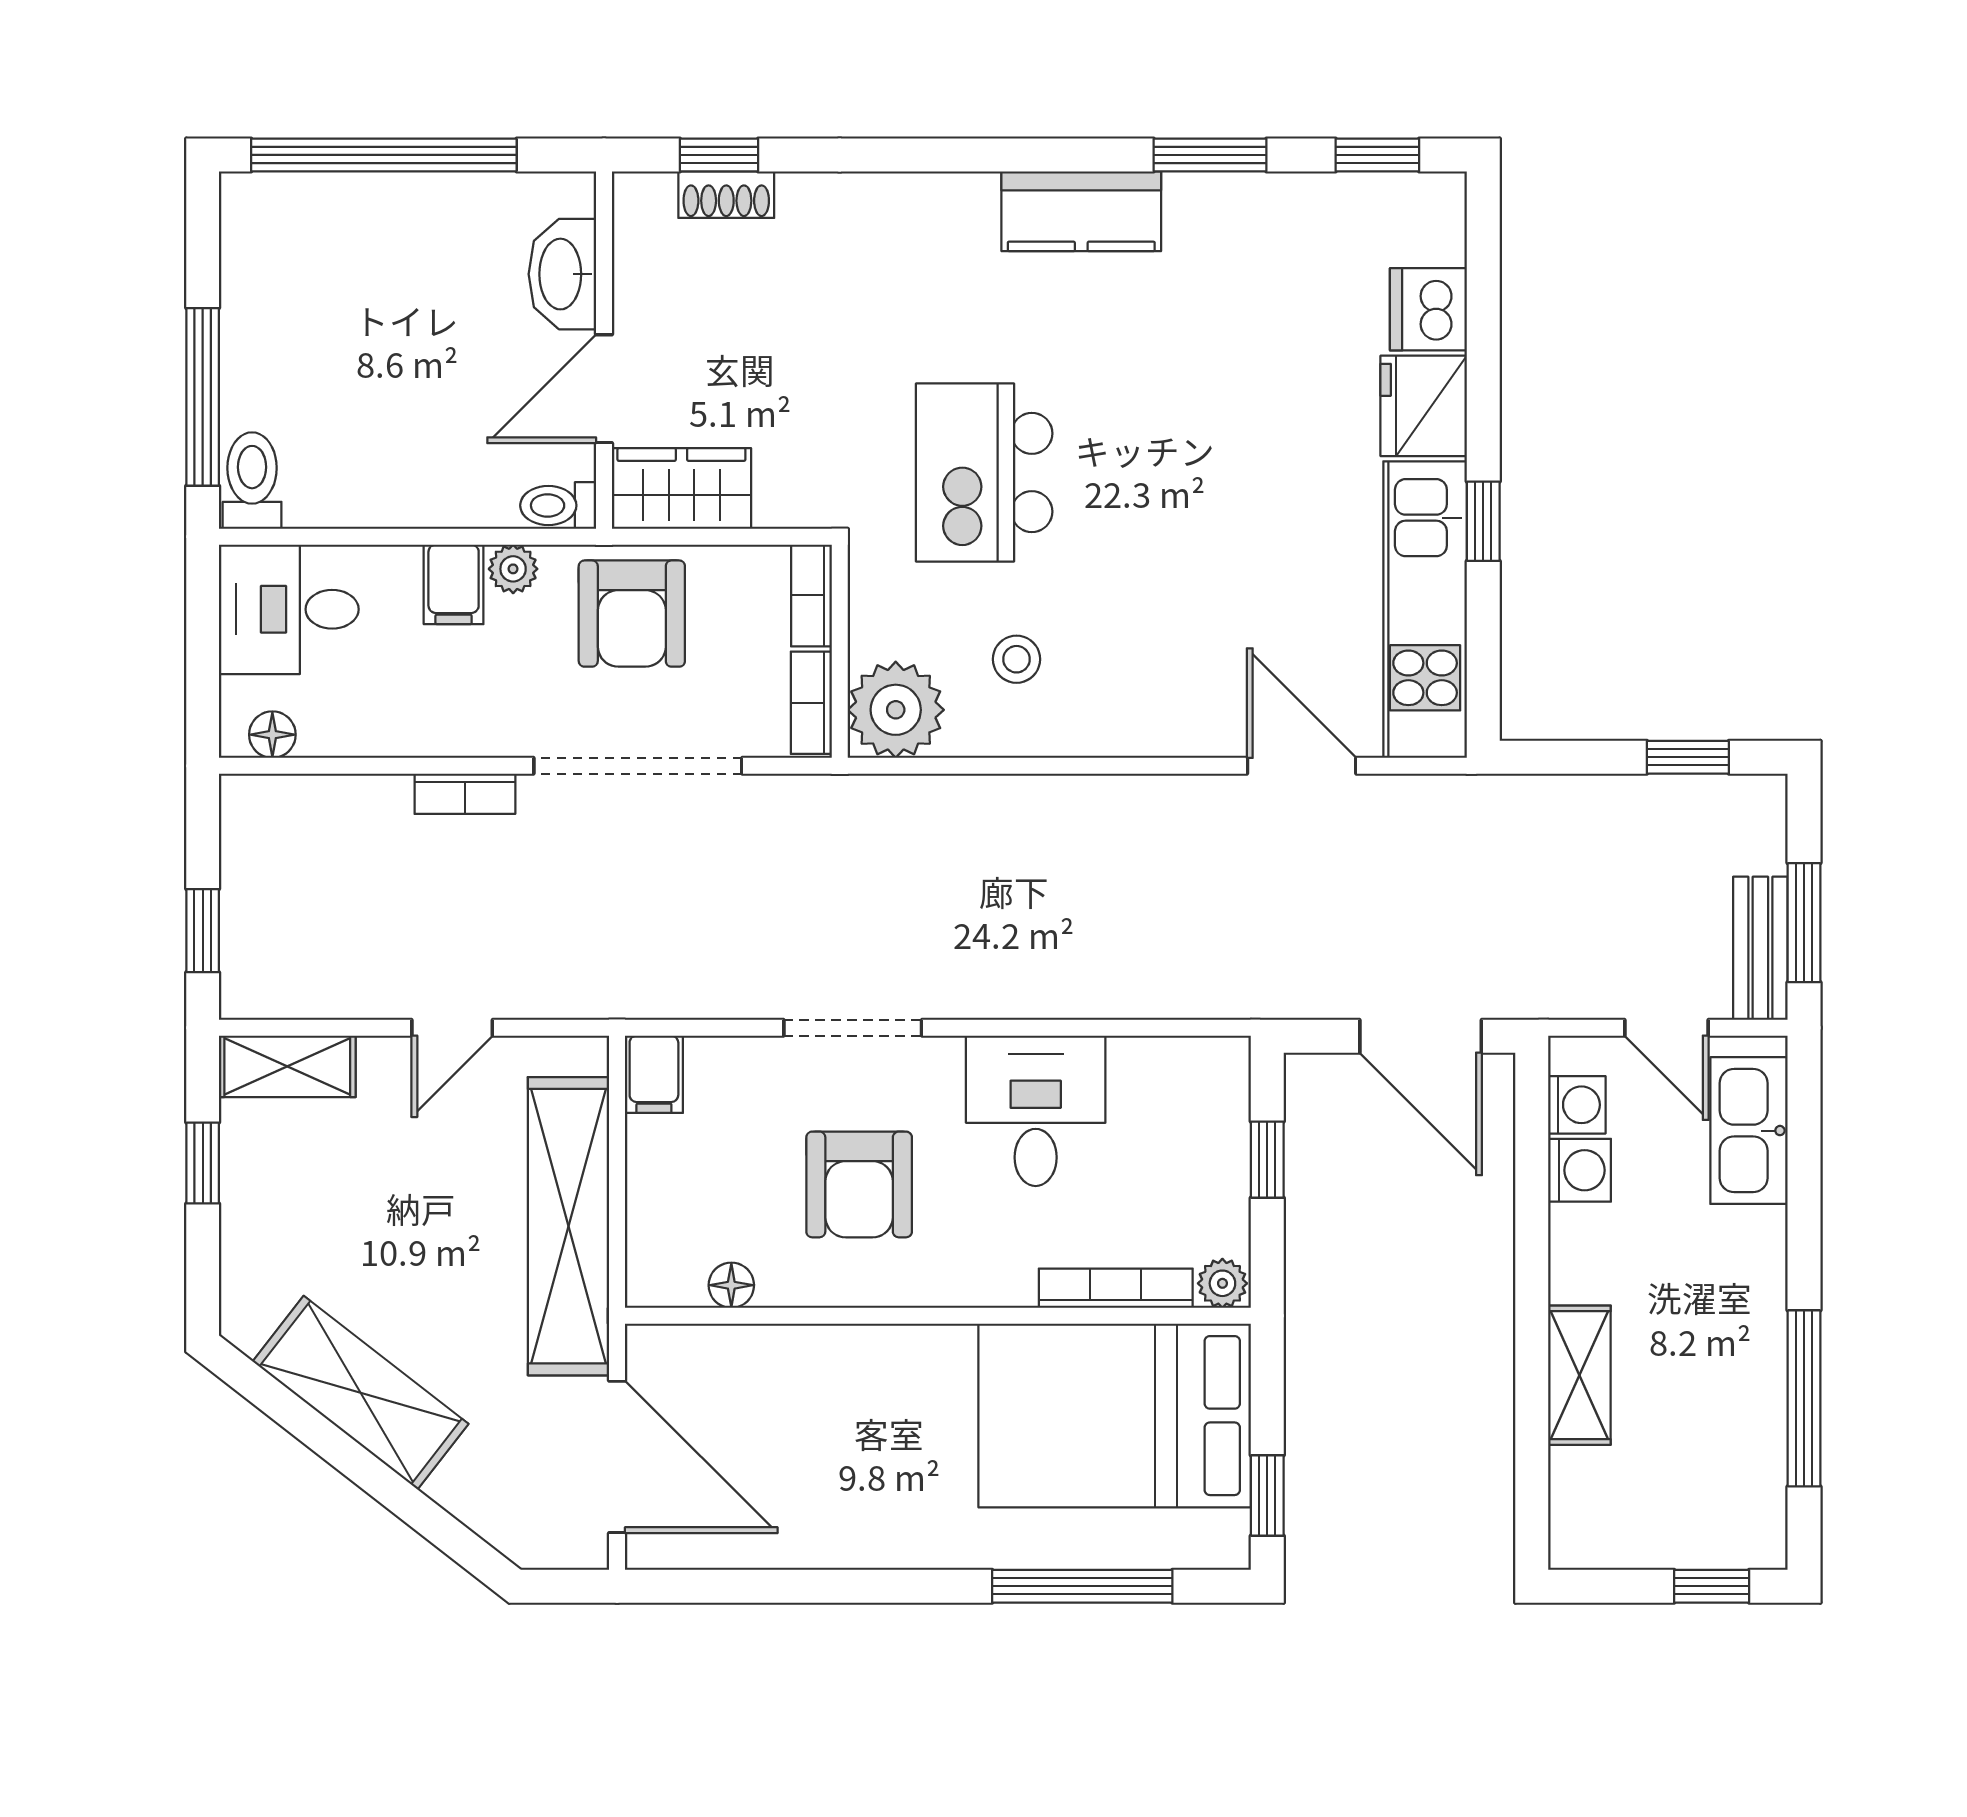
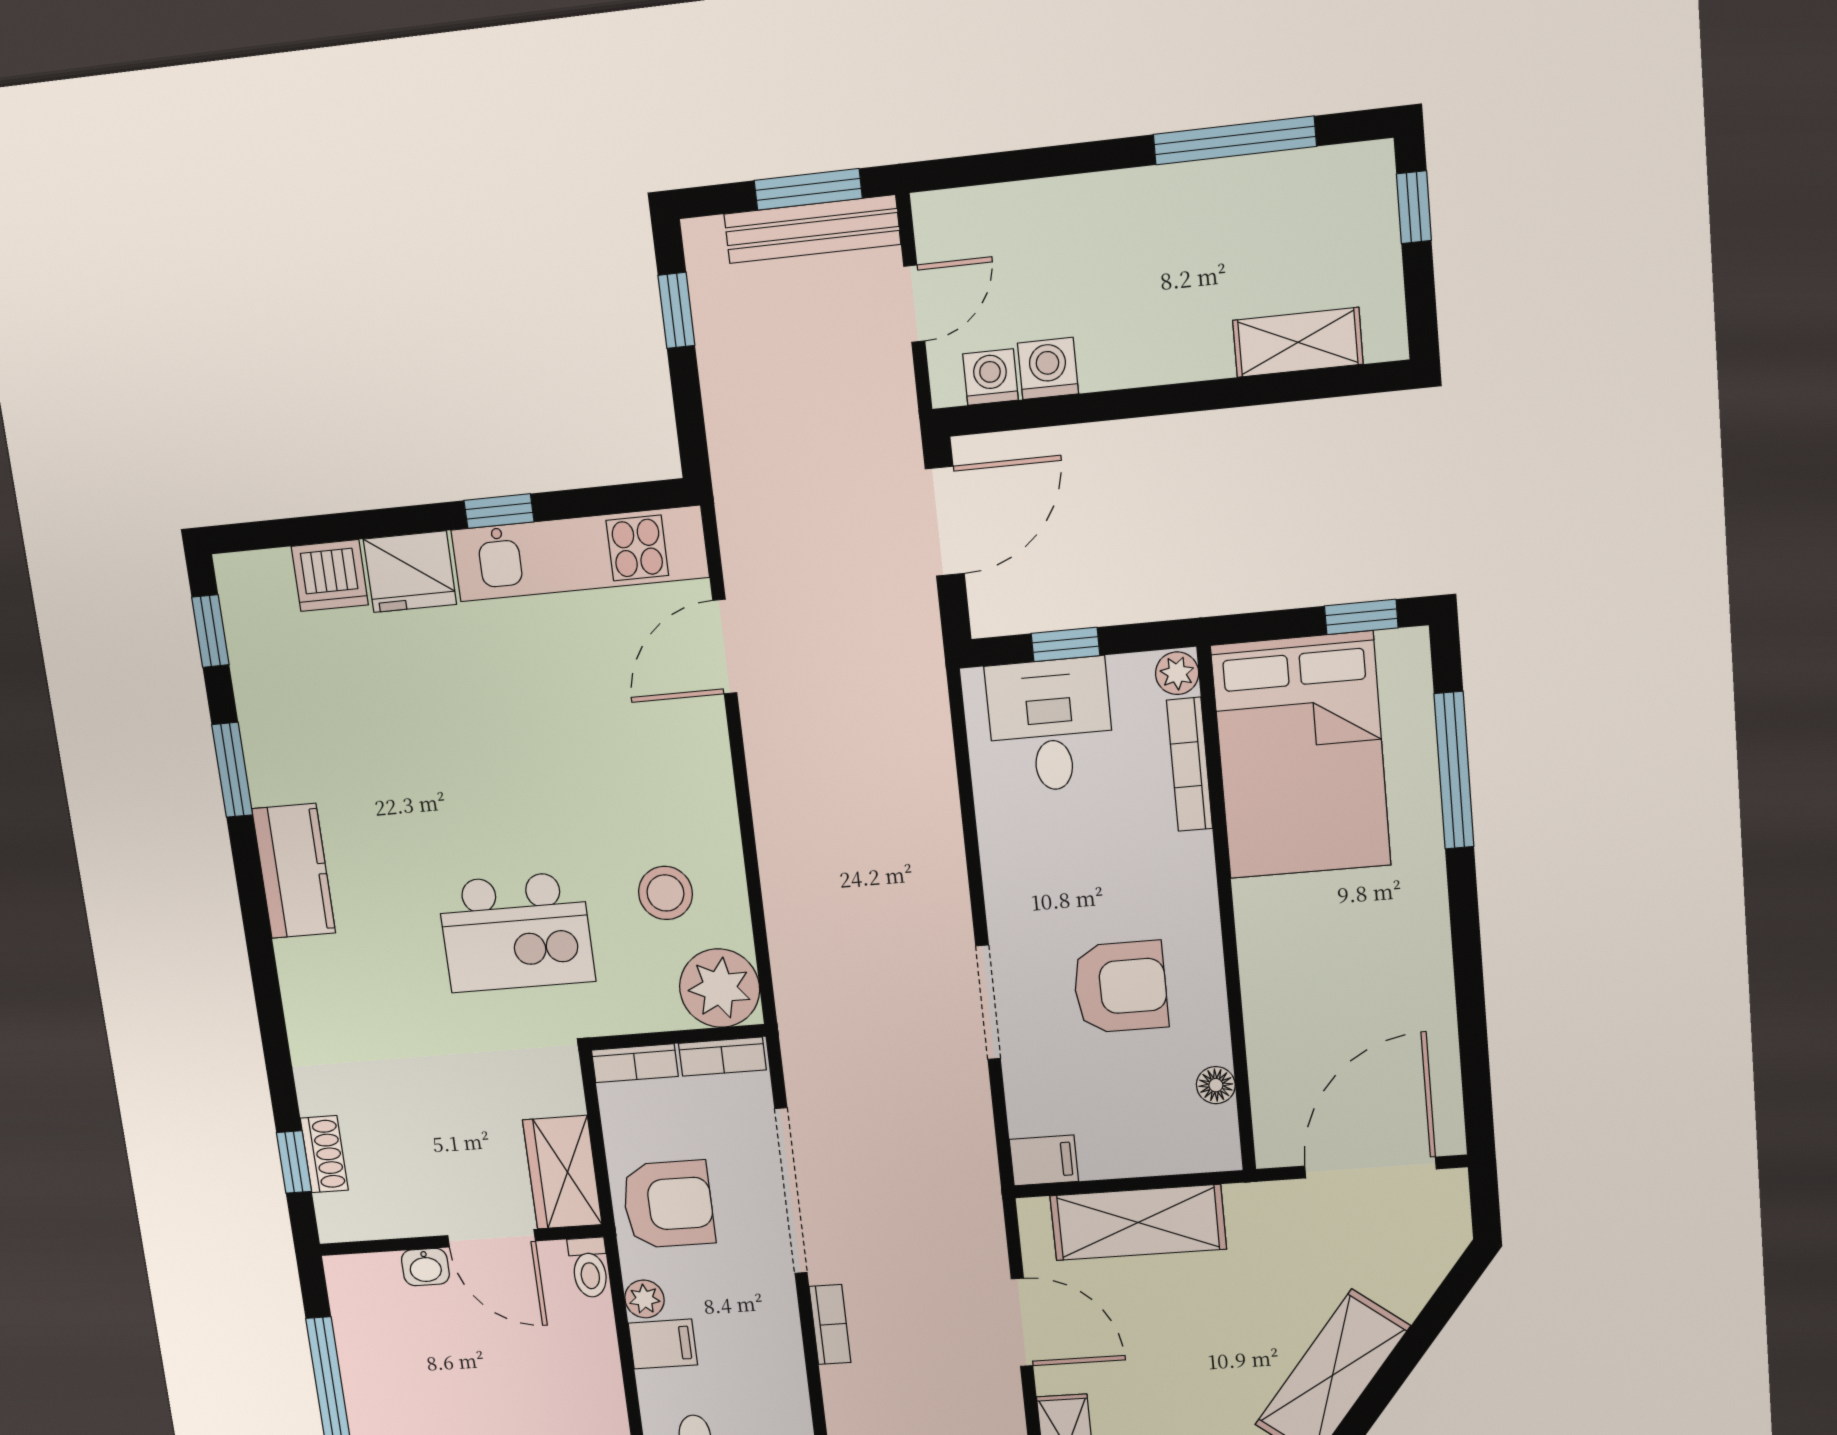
washbasin: (562, 274) -> (425, 1267), width x0.52, depth x0.69
stool: (1017, 659) -> (665, 893), width x1.37, depth x1.37
bench: (1760, 948) -> (812, 229), width x1.36
door: (452, 1028) -> (1022, 1322), width x1.38
desk: (1036, 1111) -> (1050, 725), moved, turned 90
kitchen sink: (1749, 1131) -> (998, 219), removed
shelving: (569, 1226) -> (1138, 1223), width x0.68
shelving: (1579, 1375) -> (1298, 342), moved

